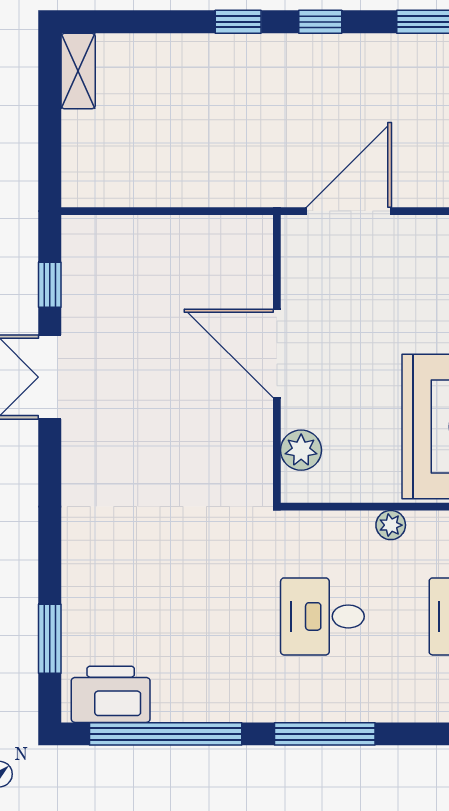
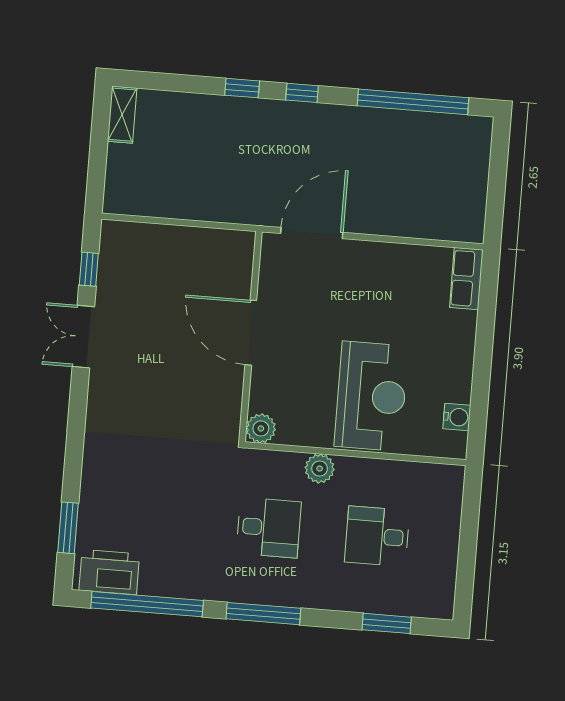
plant: (301, 450) -> (261, 428), moved
plant: (391, 525) -> (320, 469), width x1.38, depth x1.38
desk: (322, 616) -> (269, 528), turned 180

